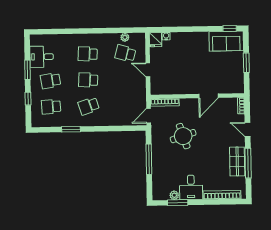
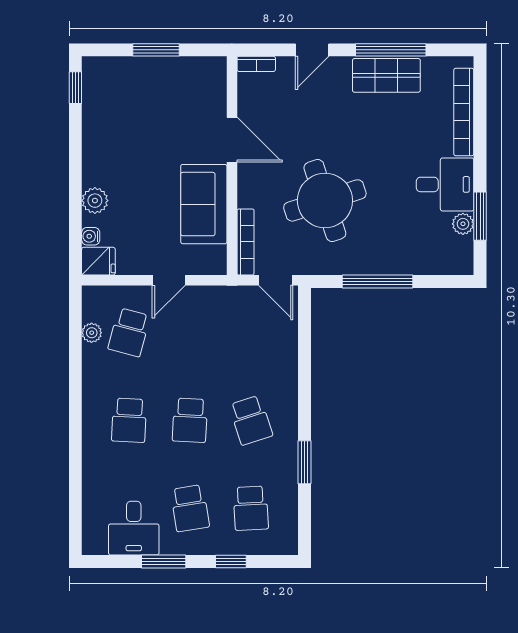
plant: (181, 38) -> (95, 201), added
sofa: (226, 41) -> (204, 204), moved, turned 180
round table: (183, 136) -> (325, 200), width x1.36, depth x1.36

